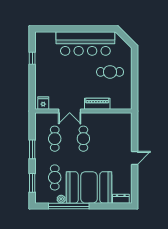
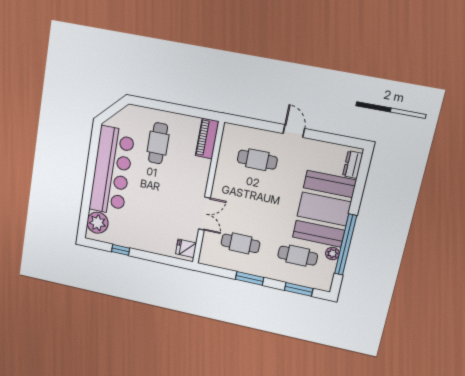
plant: (48, 39) -> (97, 223), added
piano: (97, 104) -> (207, 138), moved
cafe table: (83, 139) -> (257, 160), moved

